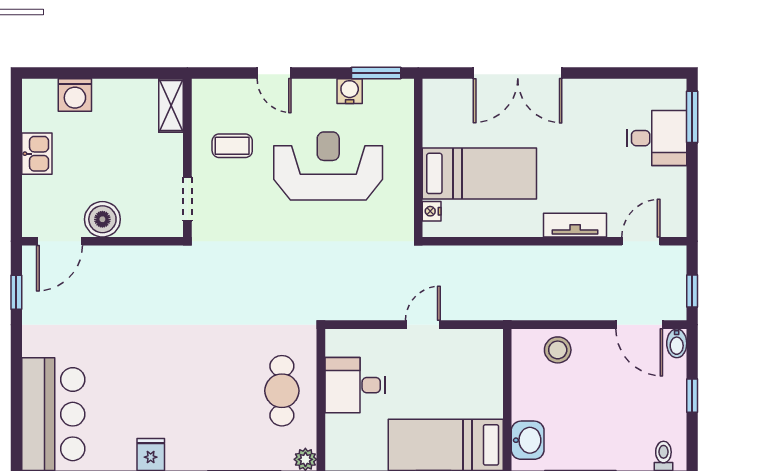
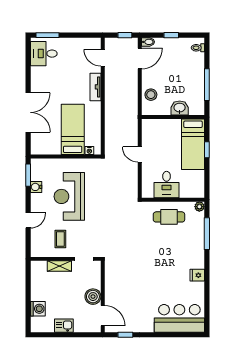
shelving: (171, 105) -> (59, 266), moved
desk: (657, 138) -> (44, 54), moved, turned -90
washbasin: (528, 440) -> (180, 108), moved

